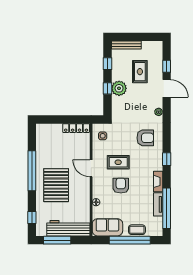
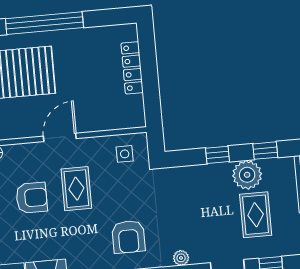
rug: (140, 72) -> (256, 215), turned 90
plant: (119, 88) -> (247, 175), moved
locker: (76, 128) -> (132, 68), moved

